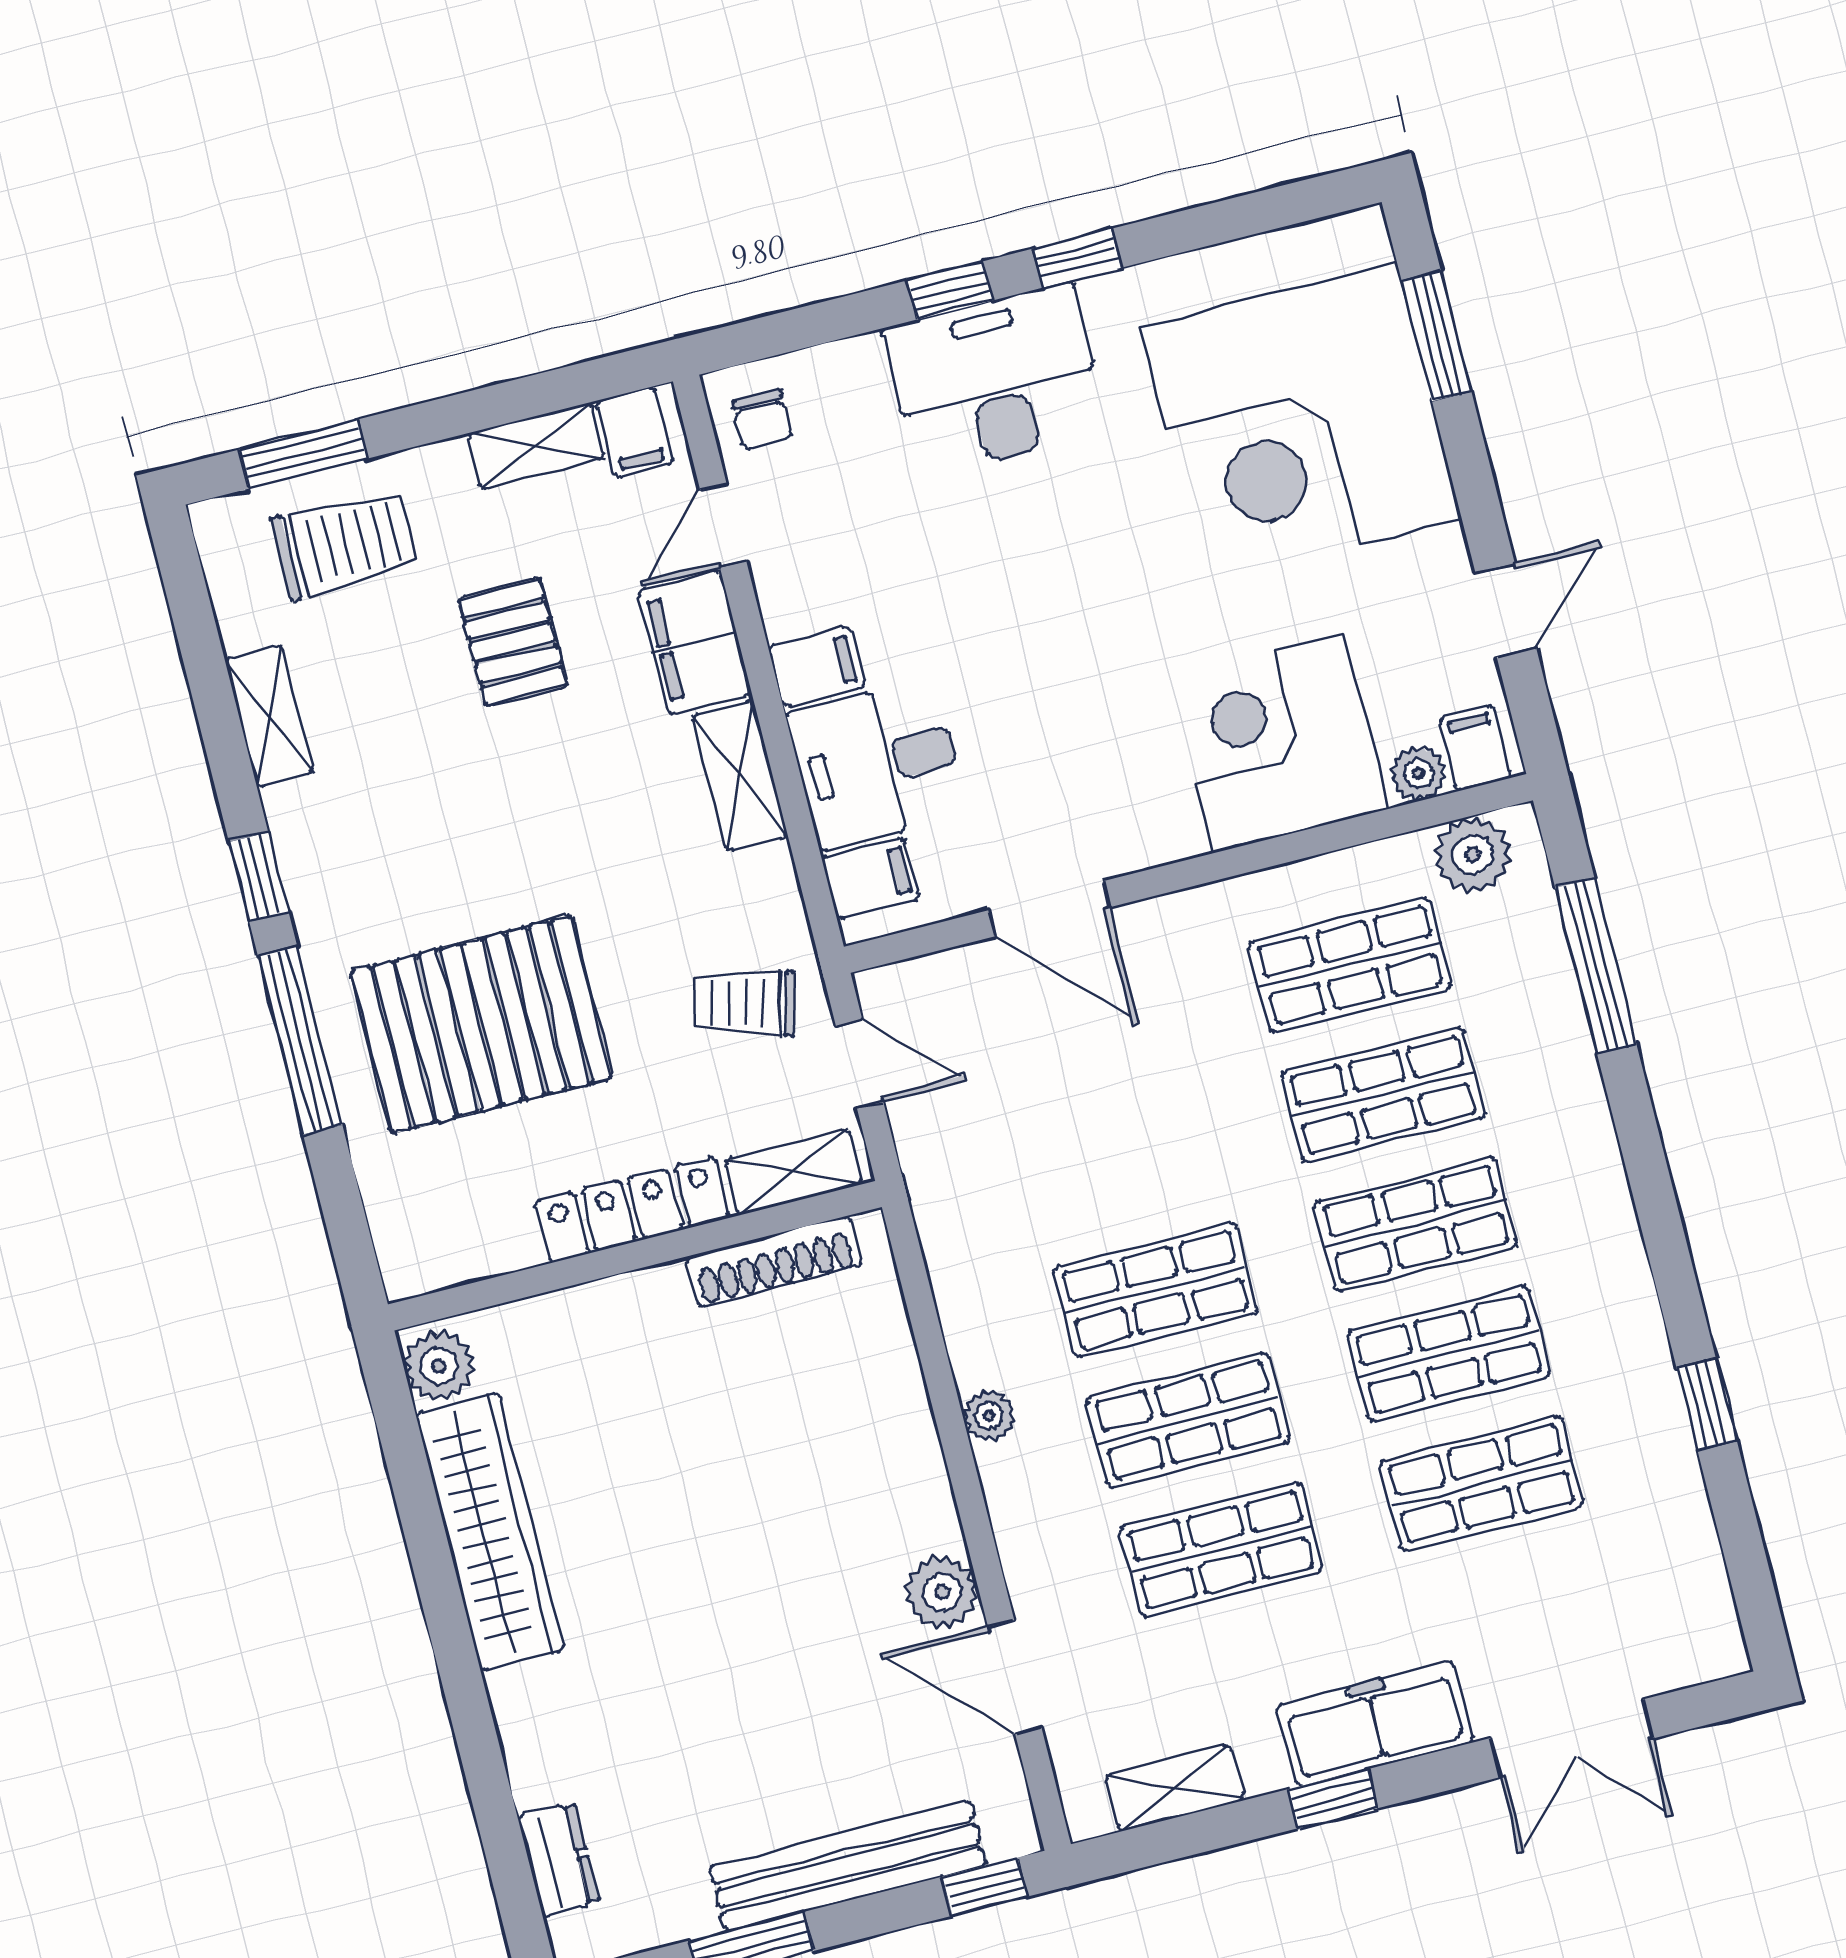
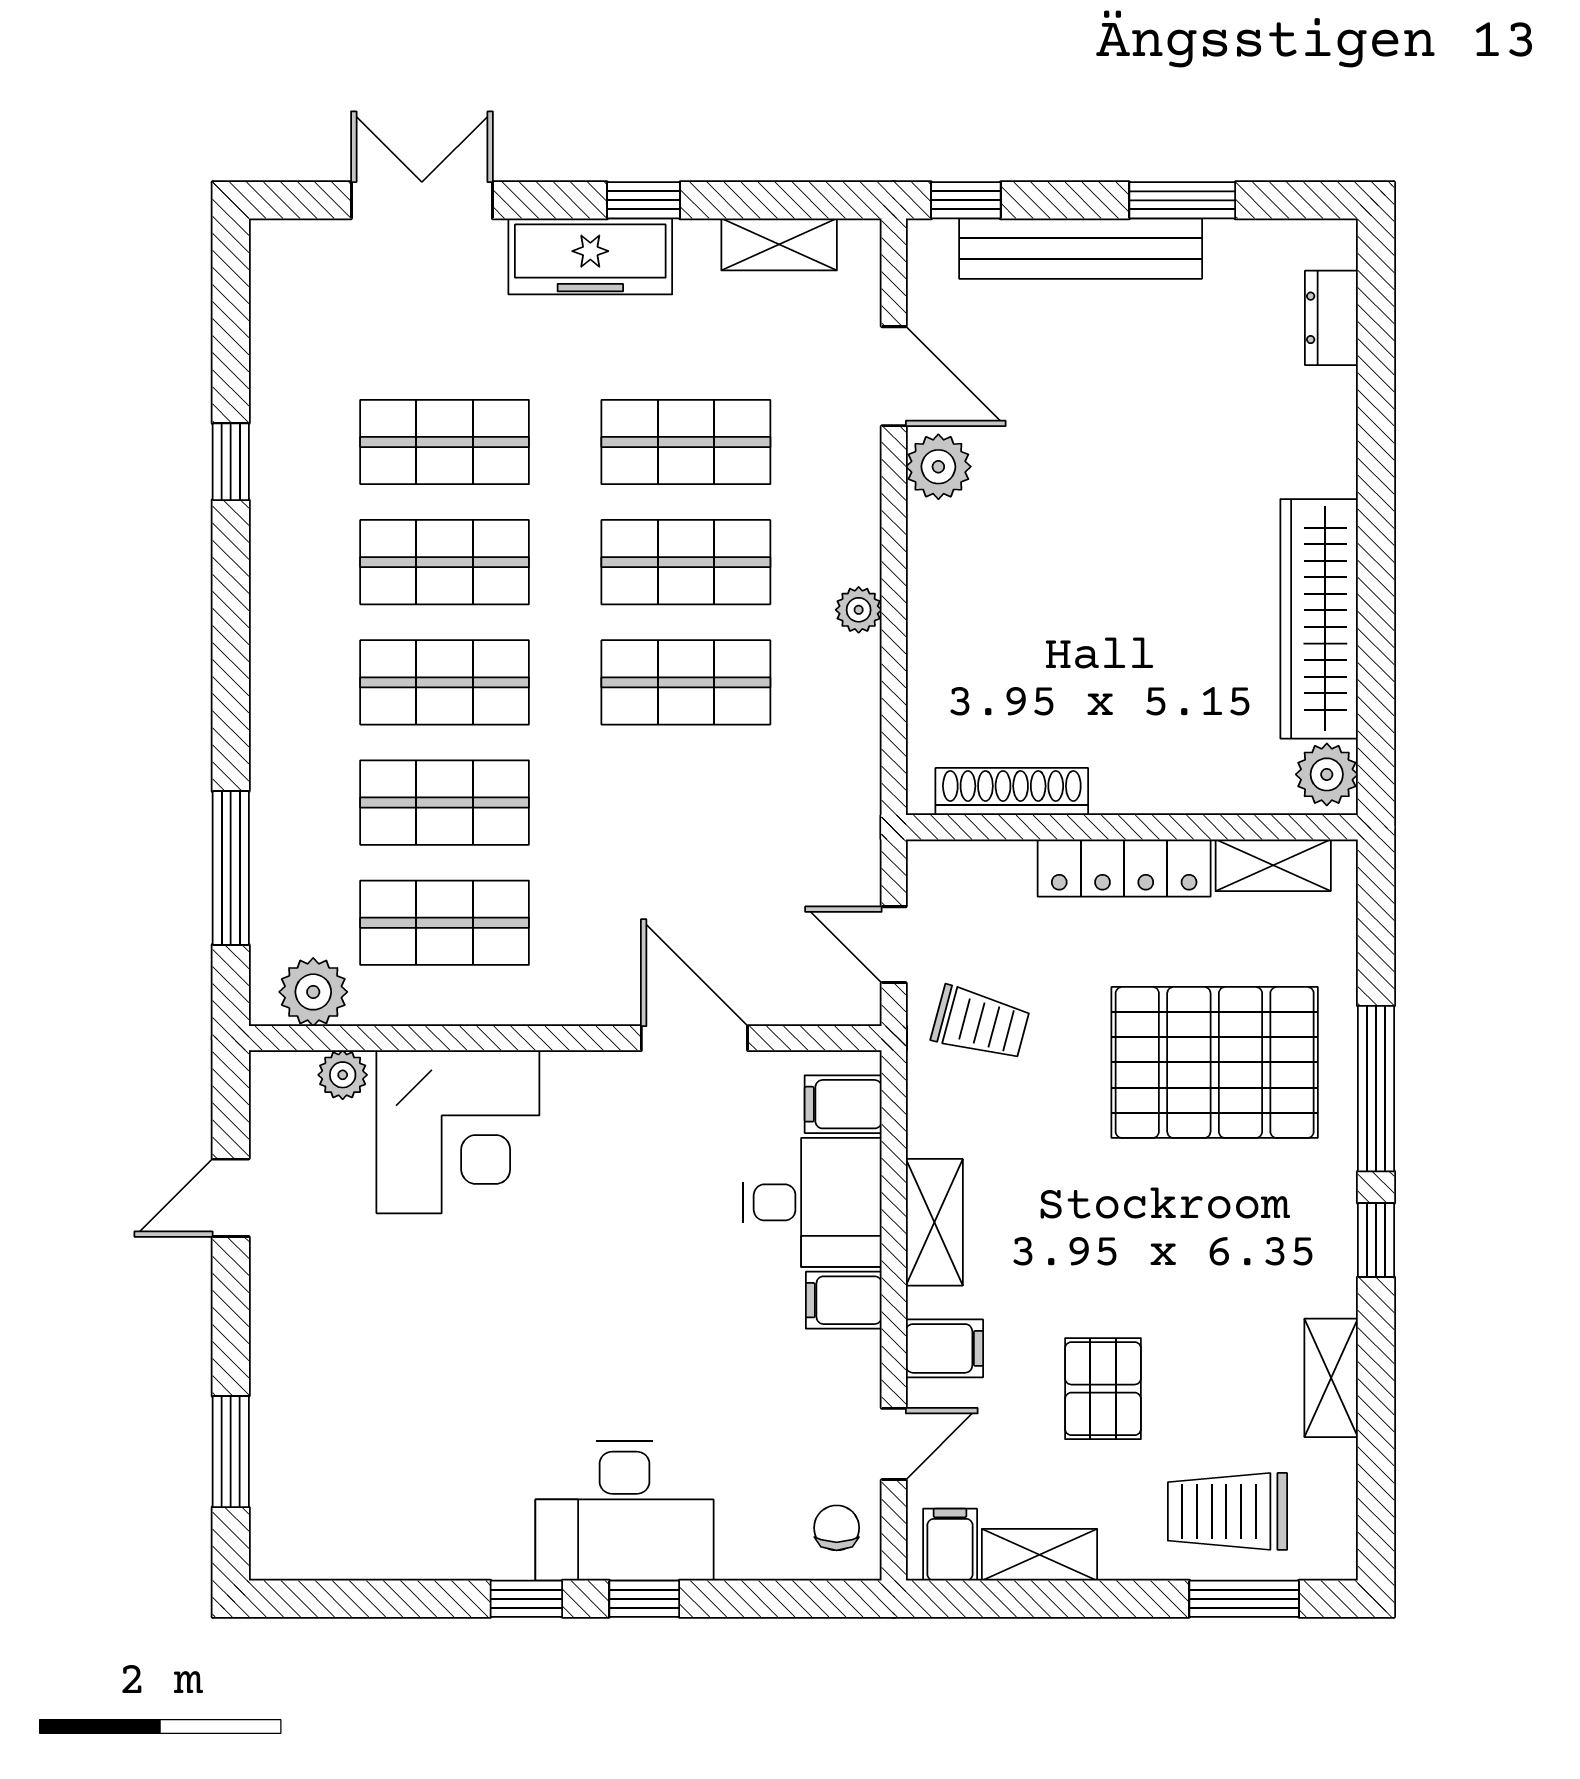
corner desk: (1301, 423) -> (368, 1406), removed
filing cabinet: (695, 642) -> (944, 1348), width x0.50
filing cabinet: (1475, 748) -> (288, 1084), removed
shelving: (794, 1172) -> (1273, 865), moved

